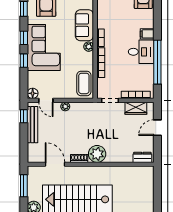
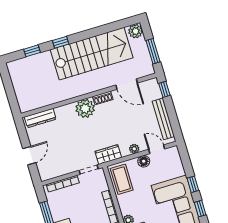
floor lamp: (33, 93) -> (144, 161), moved
wardrobe: (136, 108) -> (108, 155), moved
window: (24, 116) -> (164, 89), moved
dresser: (142, 157) -> (40, 118), width x1.44

